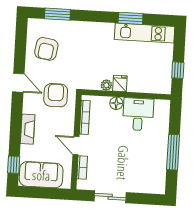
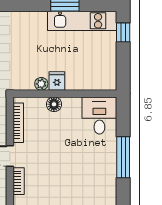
window: (178, 70) -> (123, 32), moved
desk: (138, 114) -> (99, 115), moved

